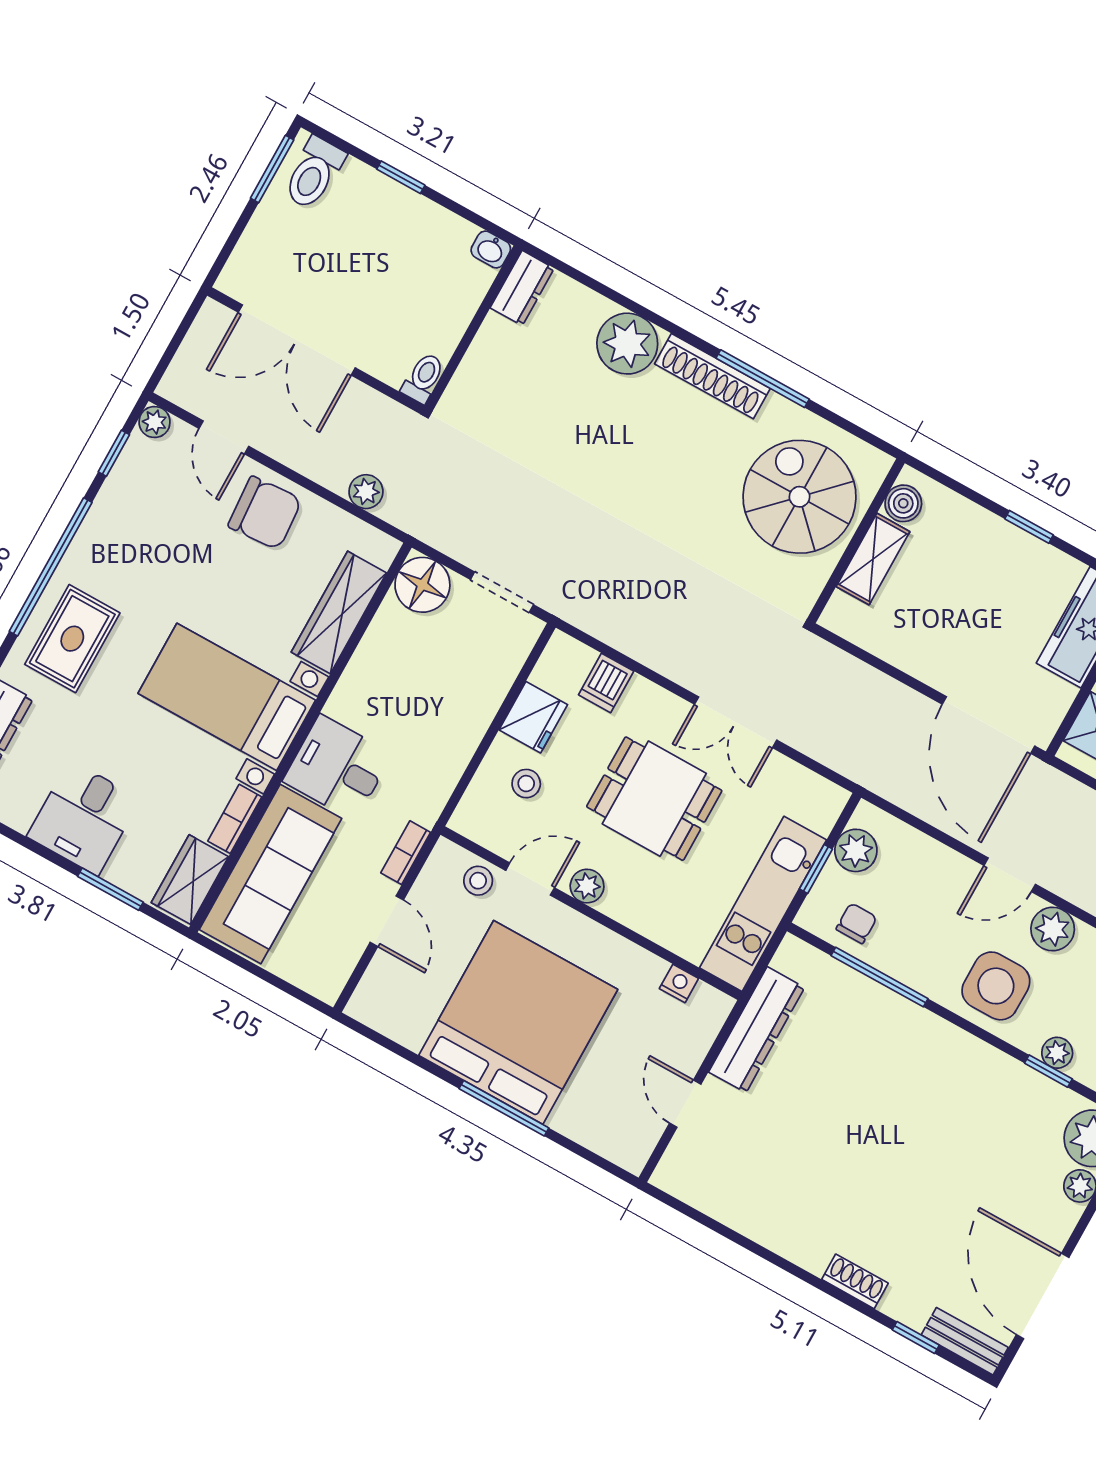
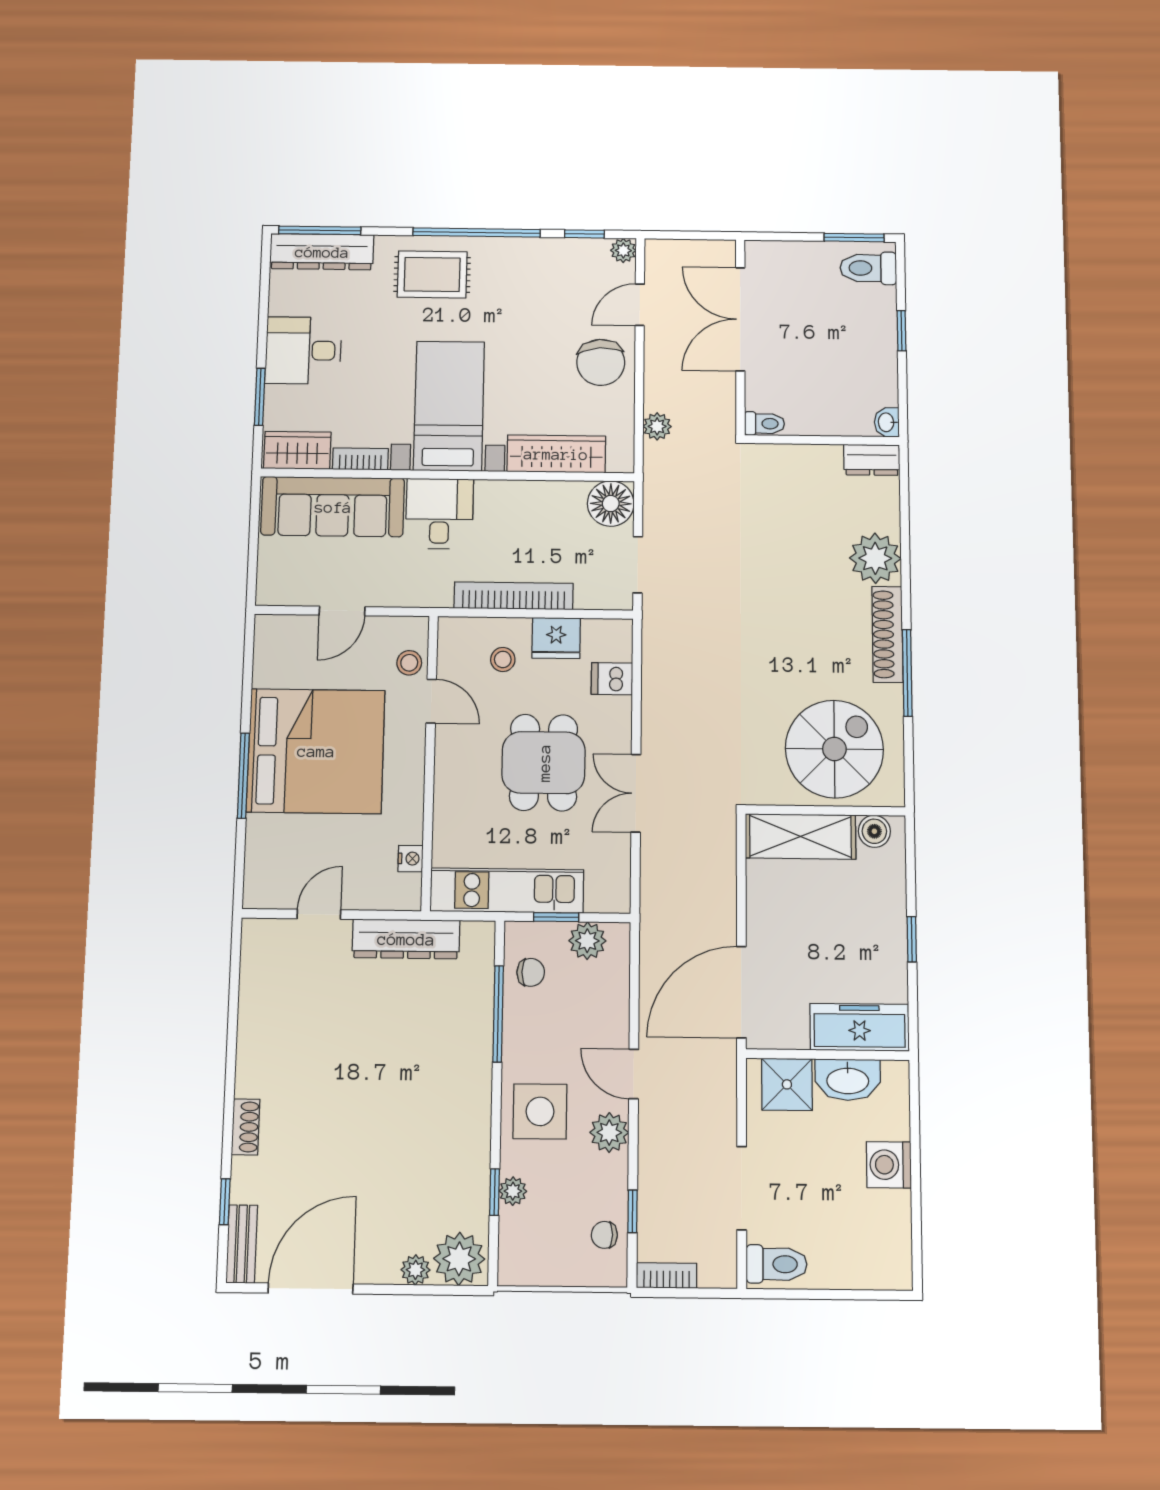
shelving: (873, 559) -> (801, 836), width x1.50, depth x1.33
bookcase: (406, 853) -> (514, 596), moved, width x2.31, depth x1.31
plant: (587, 886) -> (449, 747), removed

